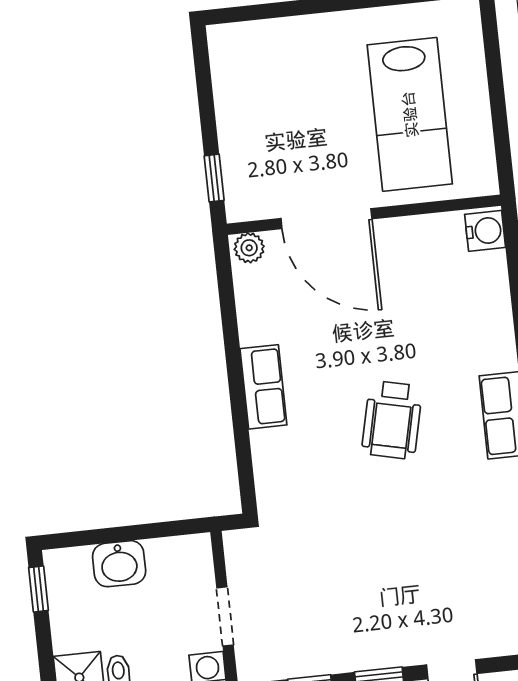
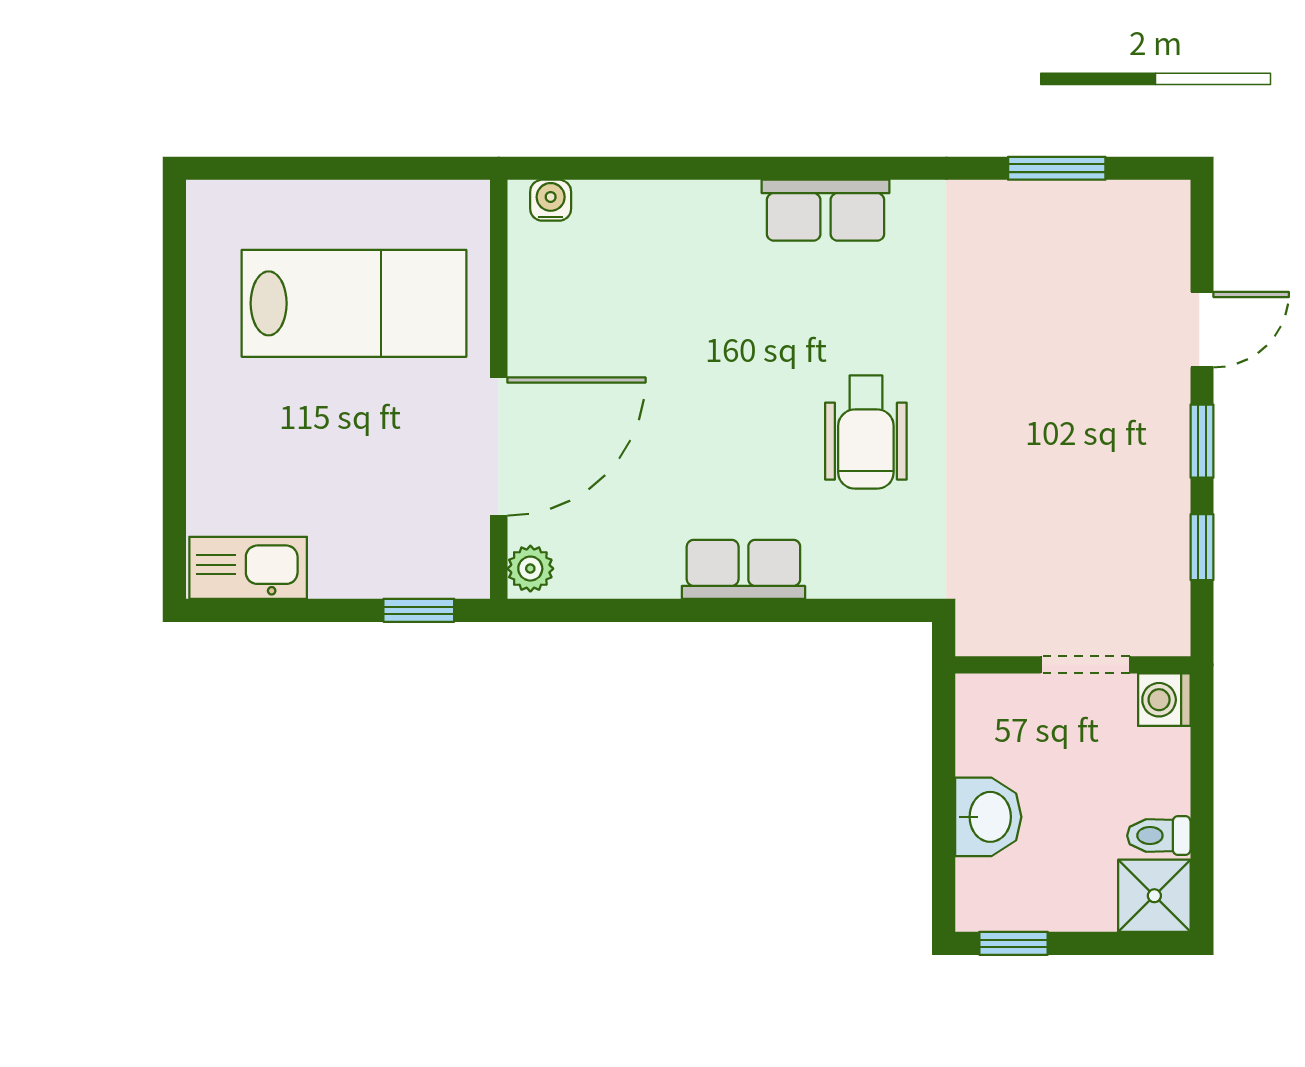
kitchen sink: (230, 64) -> (248, 568), added
water cooler: (485, 231) -> (551, 200), width x0.72, depth x0.72
wheelchair: (392, 420) -> (866, 432), moved, turned 77

